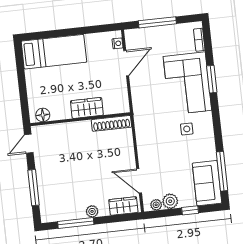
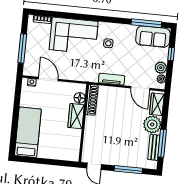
window: (212, 79) -> (74, 16), removed
floor lamp: (43, 115) -> (80, 98), moved
tv unit: (143, 143) -> (112, 79), added
door: (139, 181) -> (140, 88), hinge flipped
plant: (92, 211) -> (152, 124), width x1.87, depth x1.87
bench: (68, 214) -> (154, 147), added

